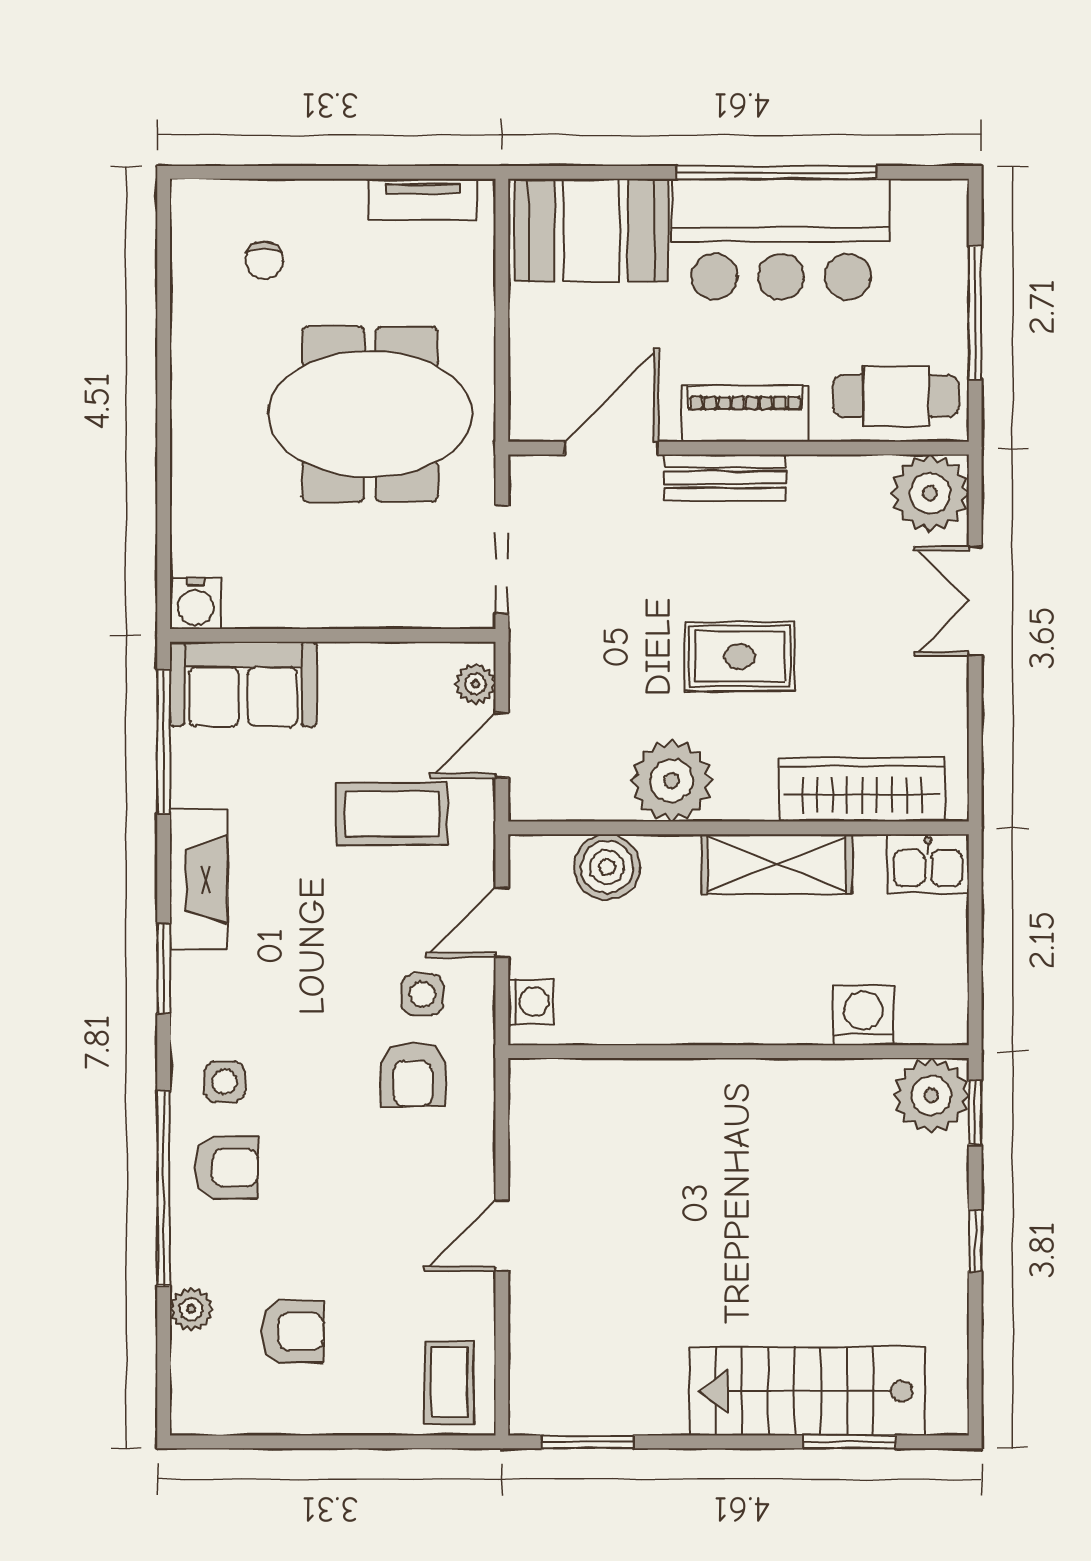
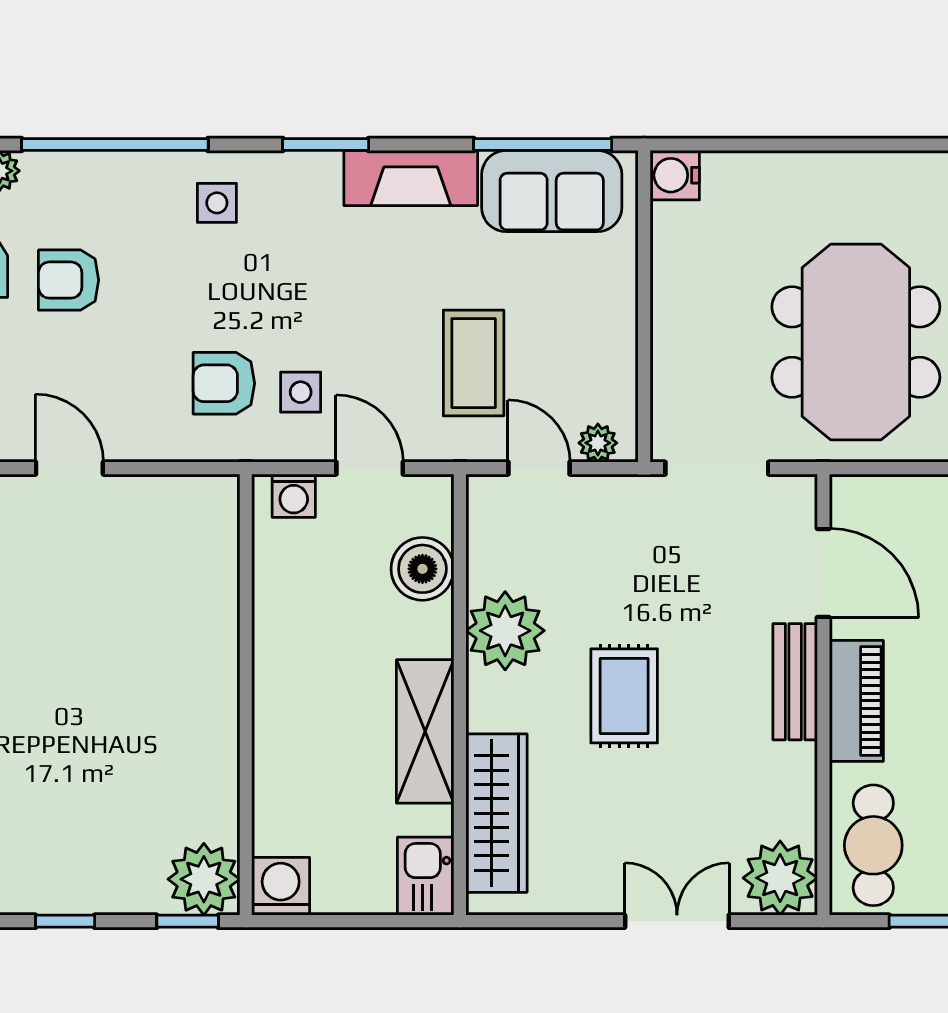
sofa: (243, 684) -> (552, 191), moved, turned -90
washing machine: (863, 1015) -> (281, 886), moved, turned -90
armchair: (226, 1168) -> (69, 280), moved, turned 90

